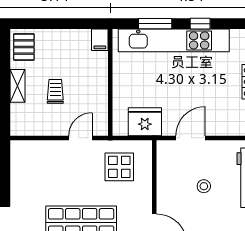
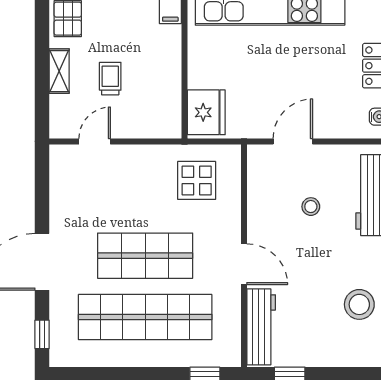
fridge: (145, 122) -> (206, 112), moved, turned 90
door: (80, 138) -> (95, 141), moved

